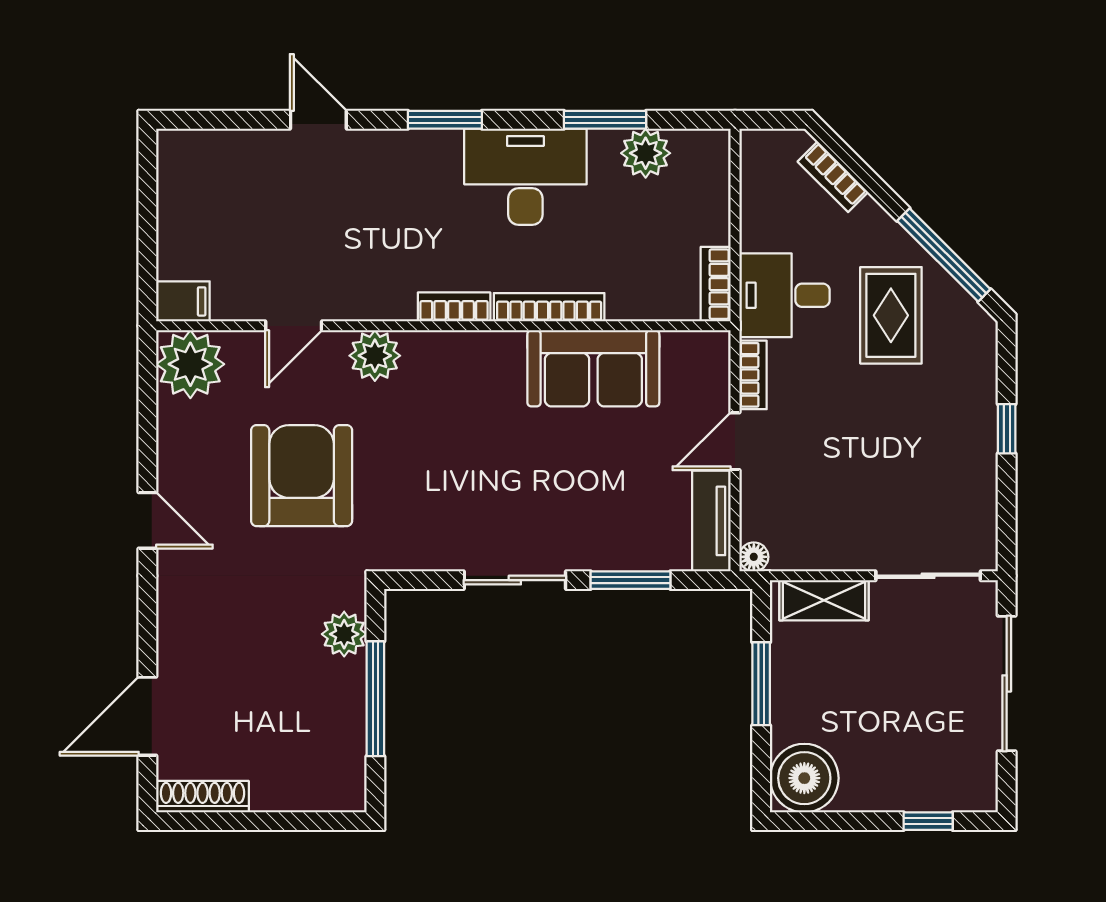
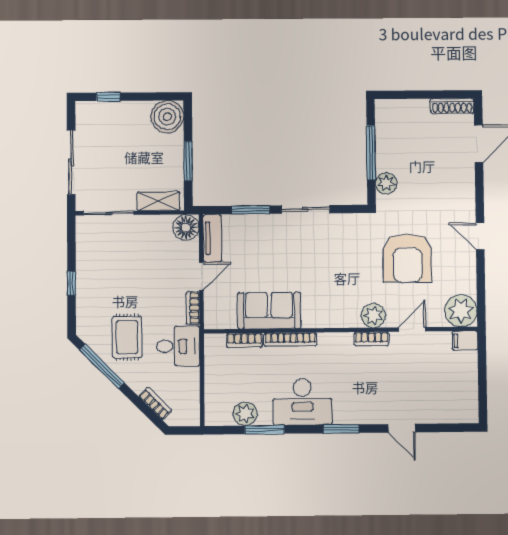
bookcase: (716, 284) -> (245, 340), moved, turned 90
bookcase: (454, 307) -> (371, 339), moved
floor lamp: (754, 557) -> (186, 227), width x1.89, depth x1.89

